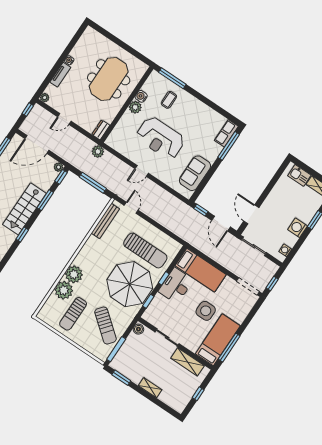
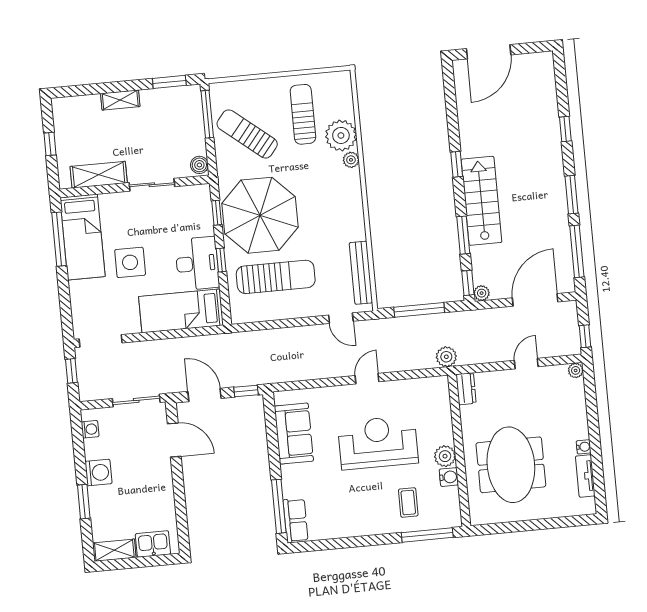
tv unit: (60, 75) -> (585, 476), moved
sun lounger: (145, 251) -> (276, 277), turned 180
plant: (74, 274) -> (351, 160), width x0.53, depth x0.53

